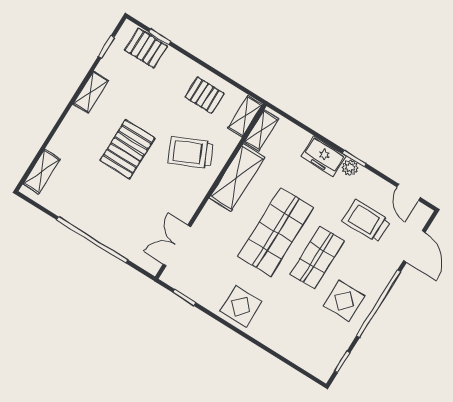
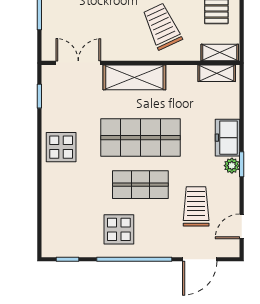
shelving: (237, 177) -> (134, 77), moved

